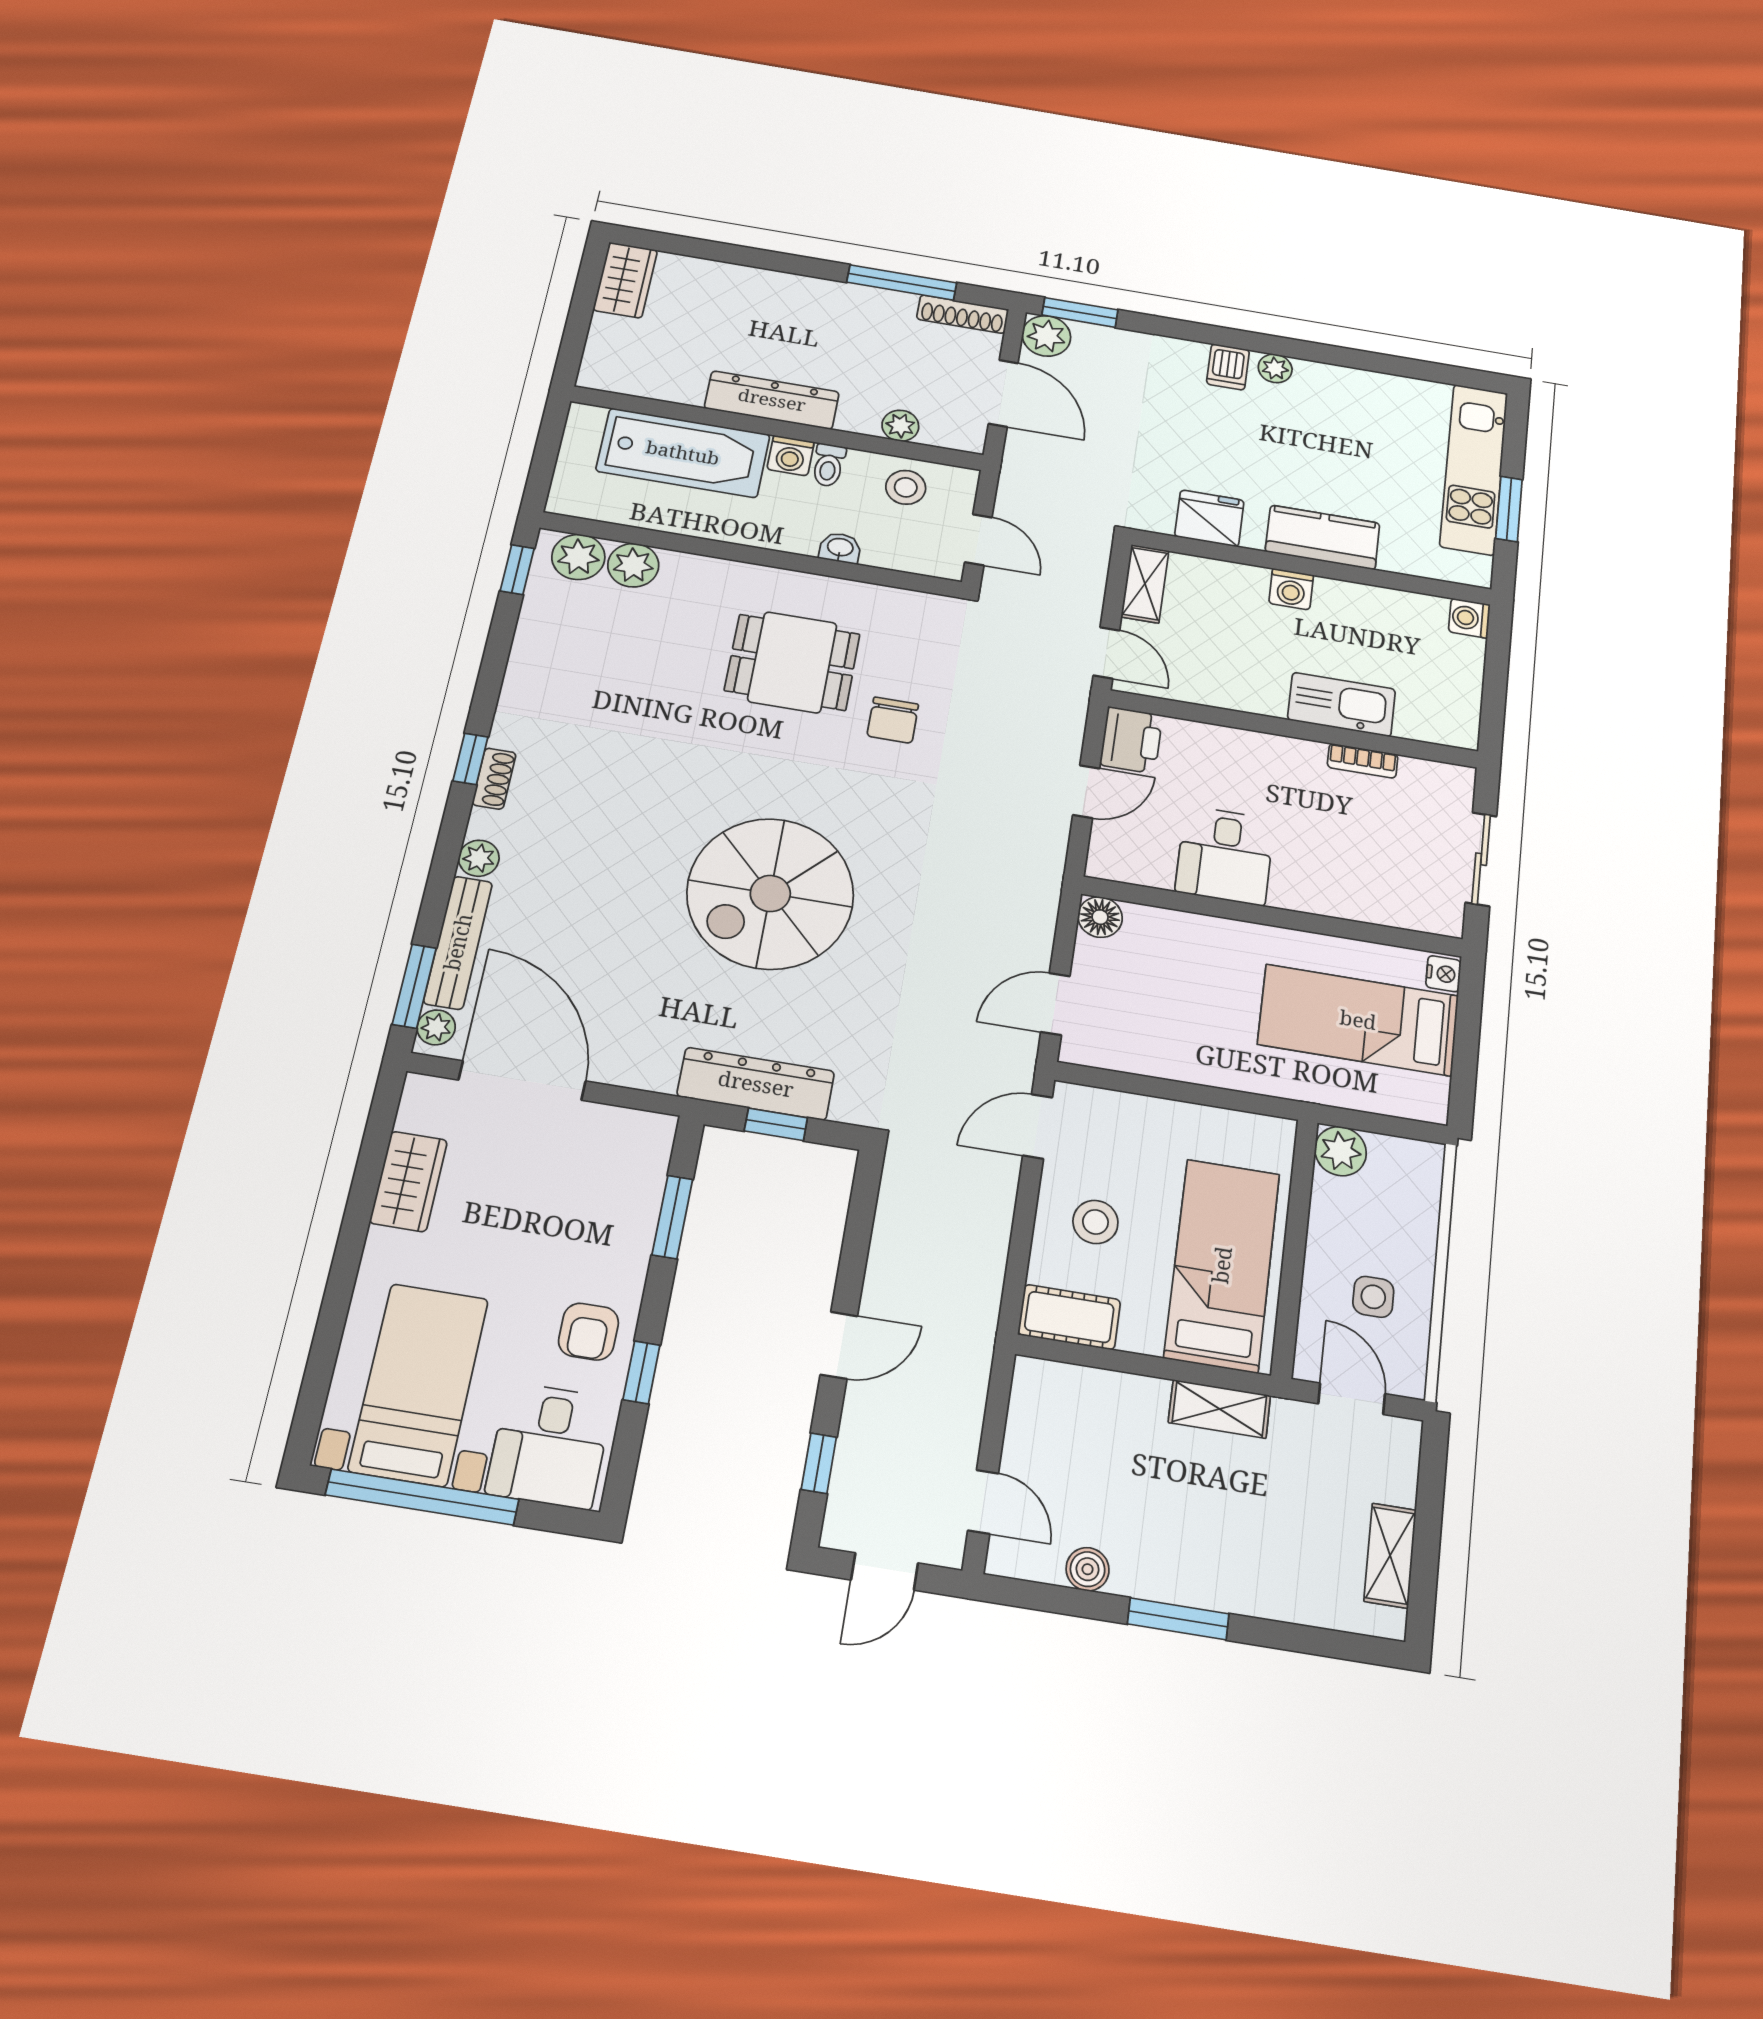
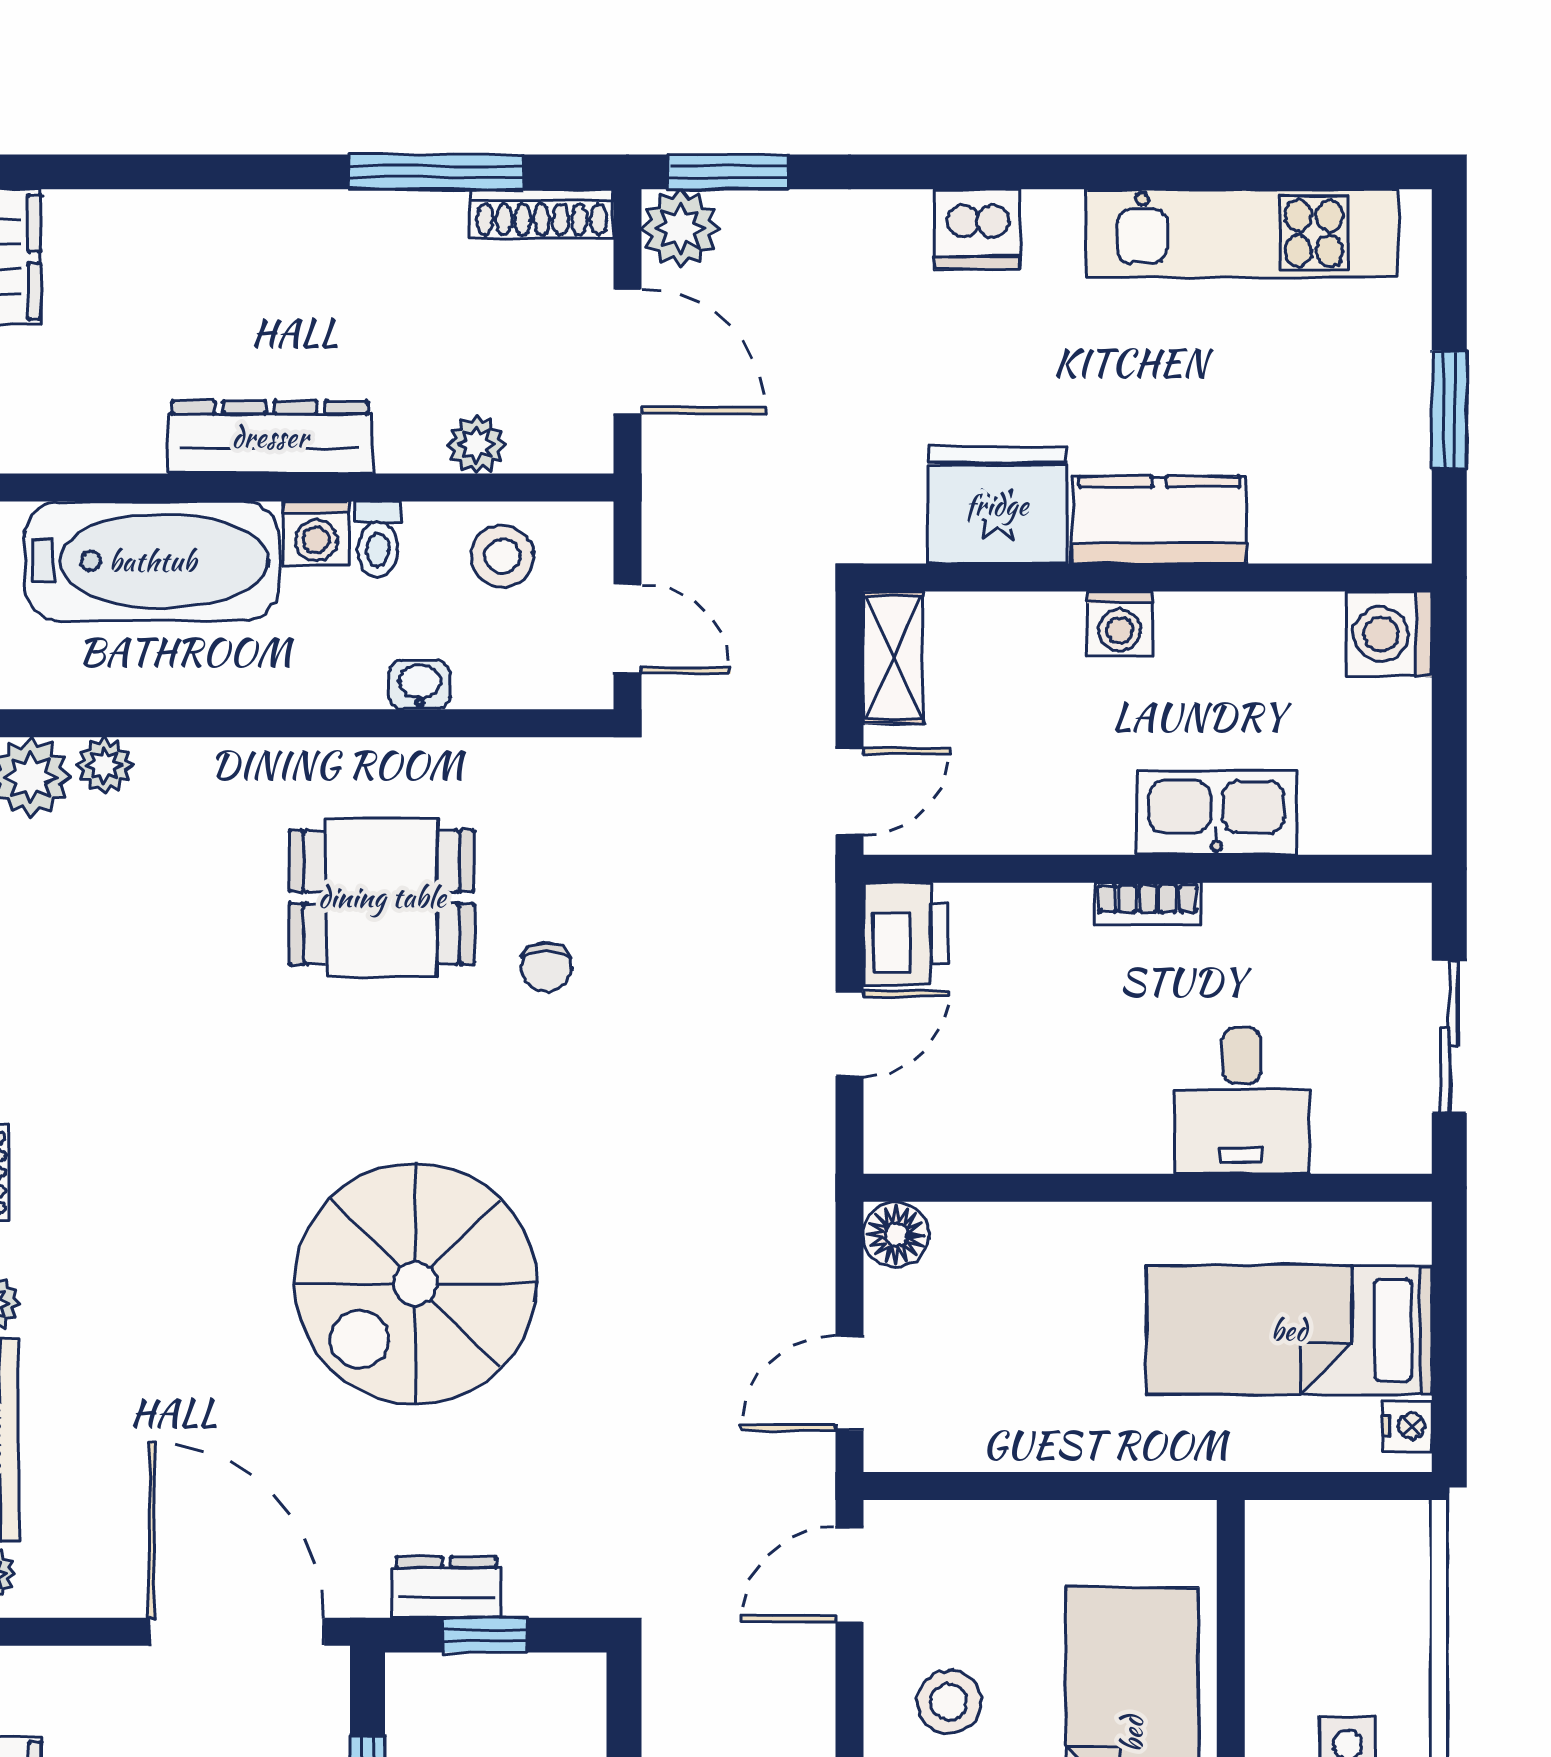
dishwasher: (1228, 367) -> (977, 229), width x1.38
plant: (1275, 368) -> (1053, 217), removed
kitchen unit: (1474, 469) -> (1242, 233), moved, turned -90
fridge: (1209, 518) -> (997, 505), width x1.36, depth x1.34
plant: (633, 565) -> (104, 765), width x0.73, depth x0.73
washing machine: (1469, 618) -> (1389, 634), width x1.38, depth x1.38
door: (1106, 653) -> (849, 791), hinge flipped
chair: (893, 720) -> (546, 967), width x0.73, depth x0.73
bookcase: (1363, 761) -> (1148, 904), moved
desk: (1225, 855) -> (1242, 1101), moved
nightstand: (1443, 974) -> (1407, 1426), moved
door: (522, 1080) -> (237, 1632), moved
dresser: (756, 1084) -> (446, 1587), width x0.51, depth x0.80
plant: (1341, 1151) -> (1282, 1537), removed

